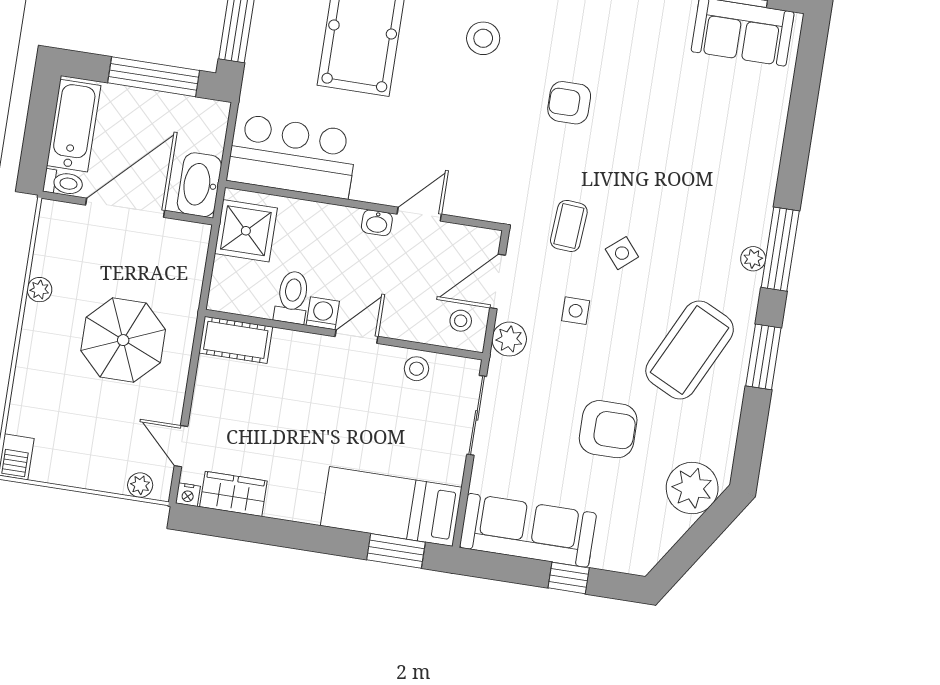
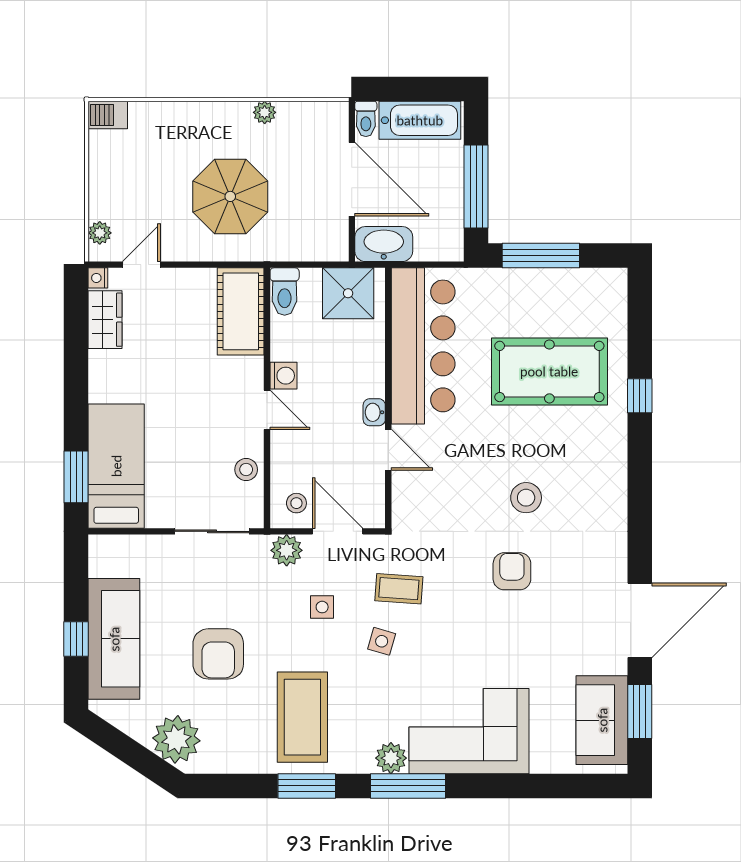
stool: (483, 38) -> (526, 498), moved
bar counter: (292, 156) -> (423, 346), width x1.36
corner sofa: (732, 175) -> (469, 731), added
side table: (622, 253) -> (382, 641), turned -34
plant: (753, 259) -> (391, 758), width x1.38, depth x1.38
toilet: (292, 297) -> (285, 292), moved, turned 90
cot: (236, 340) -> (241, 311), width x1.37, depth x1.34
coffee table: (690, 350) -> (302, 717), turned 64
sofa: (528, 530) -> (114, 639), moved

